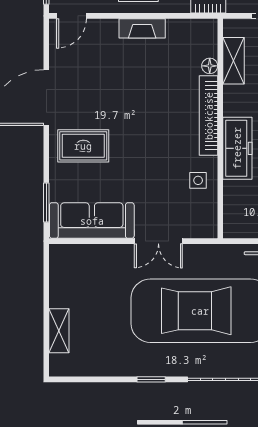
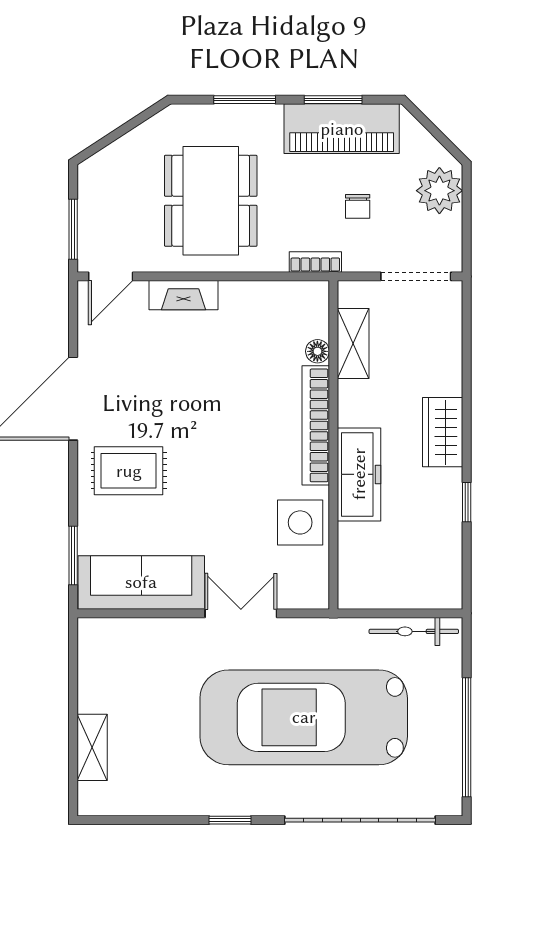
fireplace: (142, 28) -> (184, 295), moved
side table: (198, 180) -> (300, 522), width x1.87, depth x1.87
double door: (158, 241) -> (241, 613), swing flipped

